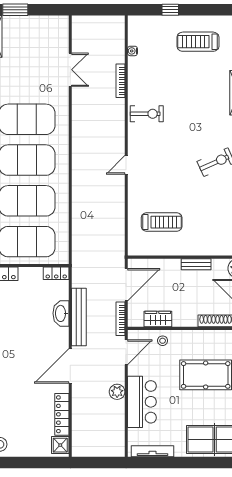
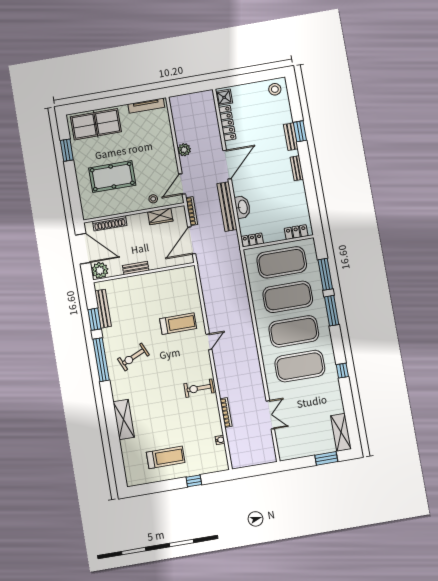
double door: (70, 70) -> (270, 415), swing flipped
treadmill: (162, 222) -> (178, 324), moved, turned 180
bar counter: (142, 402) -> (162, 145), removed

